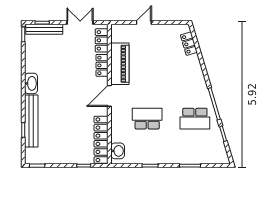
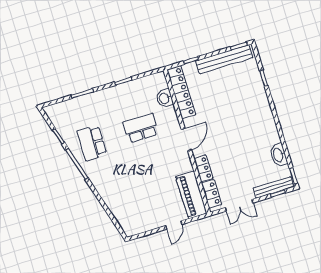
locker: (189, 44) -> (121, 218), removed
piano: (120, 64) -> (191, 195), moved
washbasin: (31, 83) -> (278, 155), moved
school desk: (147, 119) -> (141, 128), turned 180
school desk: (195, 119) -> (92, 143), turned -90
bench: (31, 121) -> (224, 59), moved, turned 90
washbasin: (118, 151) -> (165, 98), moved

